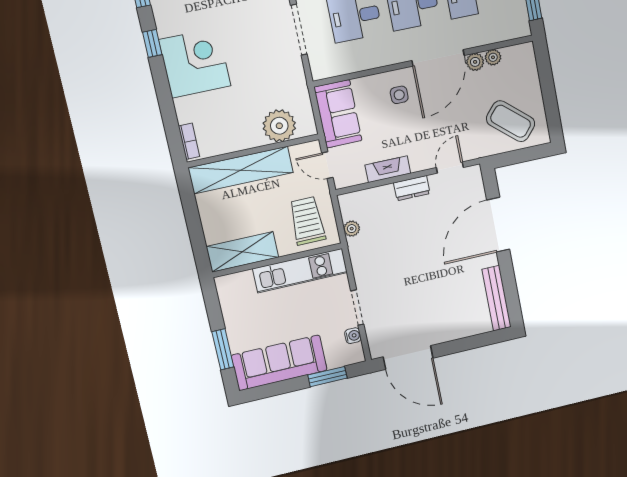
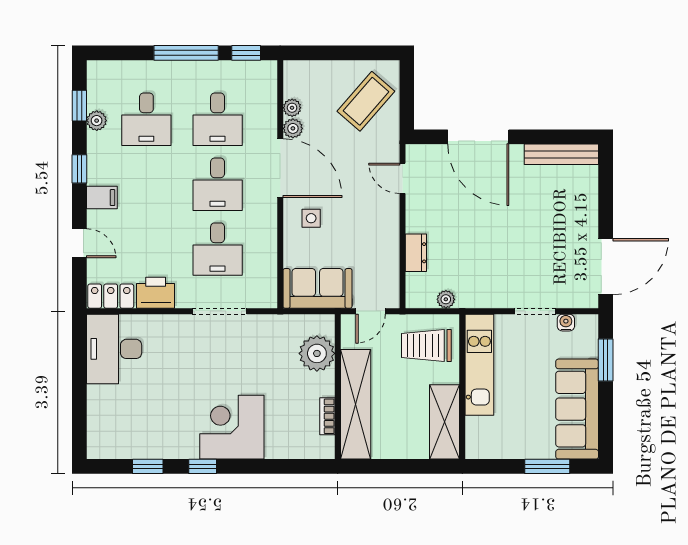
bookcase: (189, 141) -> (327, 416), moved, turned -90
fireplace: (388, 169) -> (389, 247), removed
dresser: (412, 188) -> (416, 253), moved

